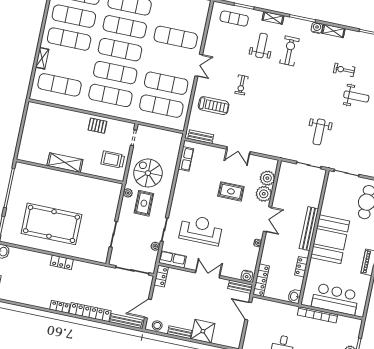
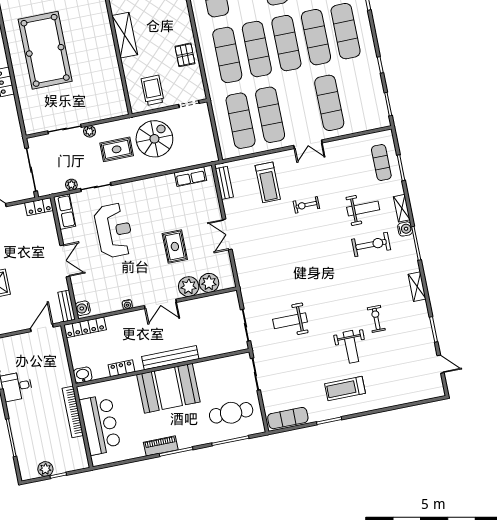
water cooler: (317, 28) -> (405, 229), moved
plant: (128, 193) -> (89, 131), moved

